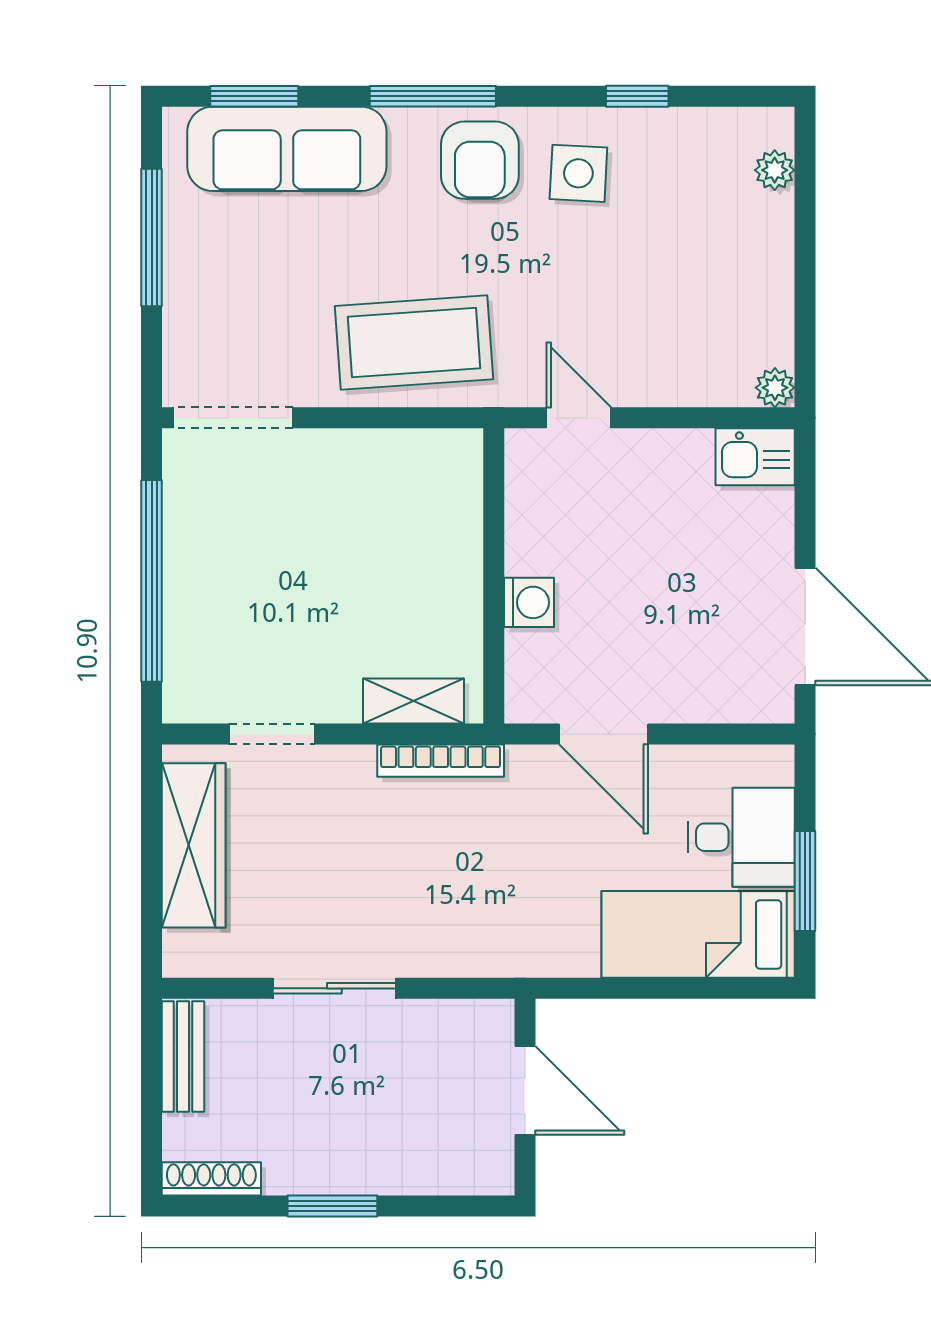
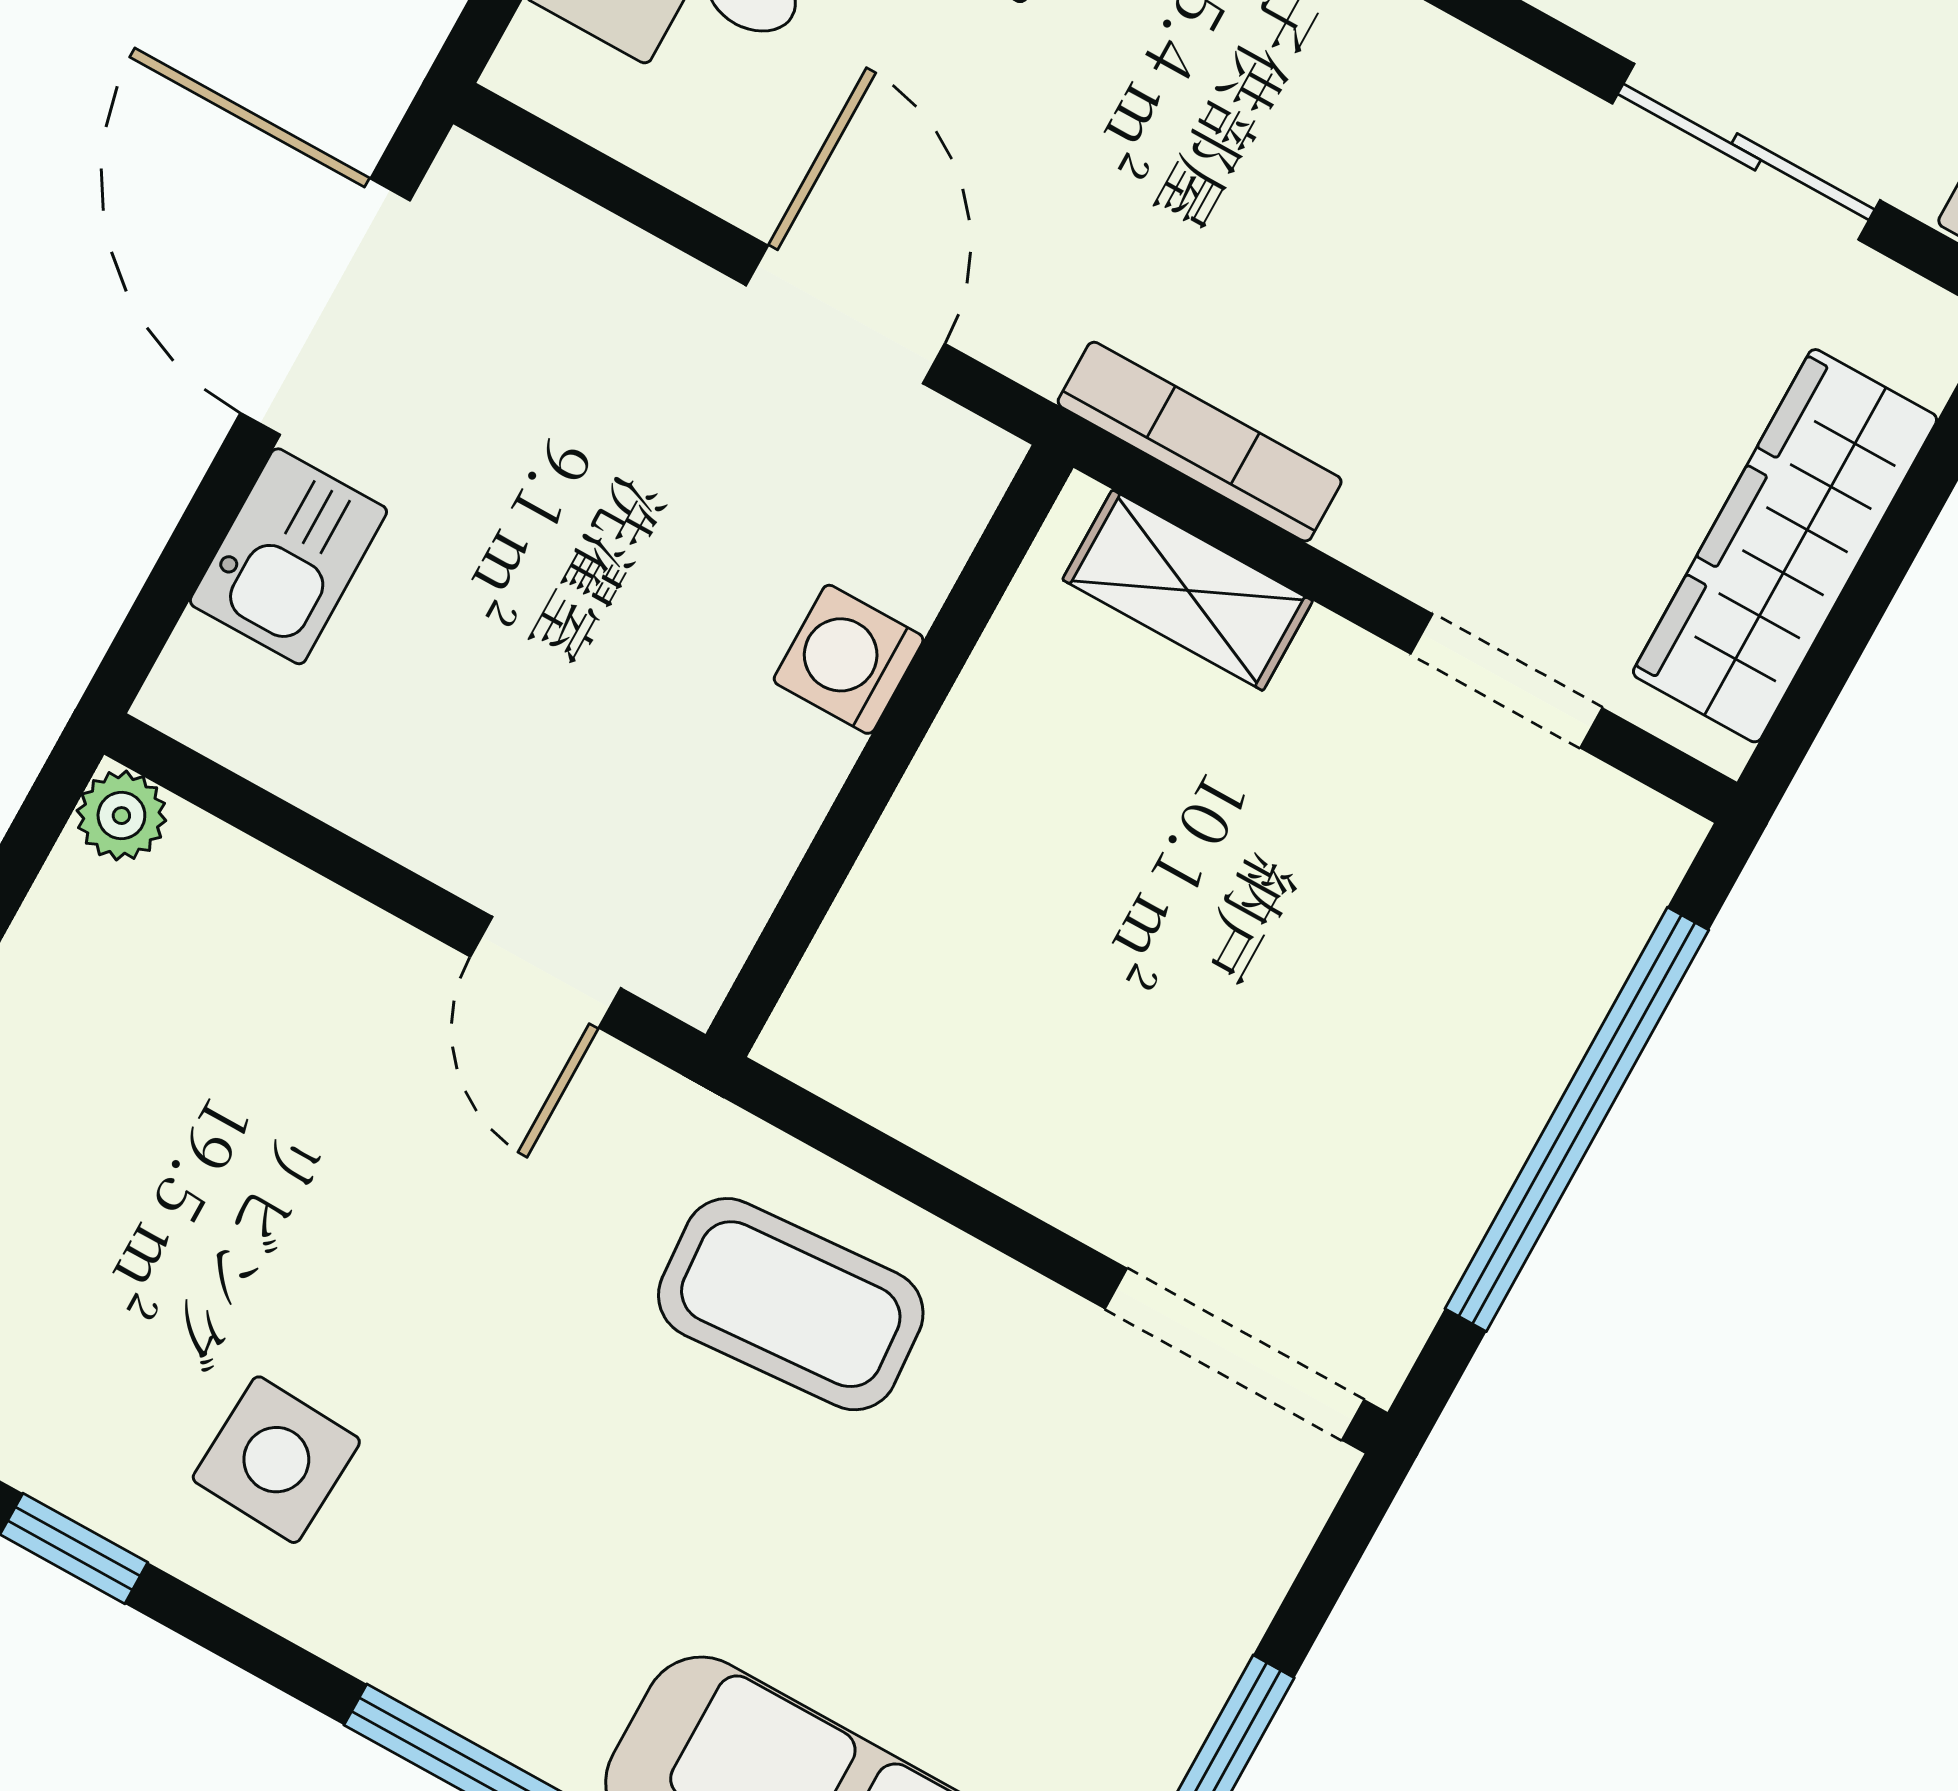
armchair: (480, 160) -> (458, 1595), removed
coffee table: (414, 343) -> (791, 1304), width x0.73, depth x0.76
kitchen sink: (755, 457) -> (288, 556), moved, turned 90
sliding door: (334, 988) -> (1746, 152), moved

